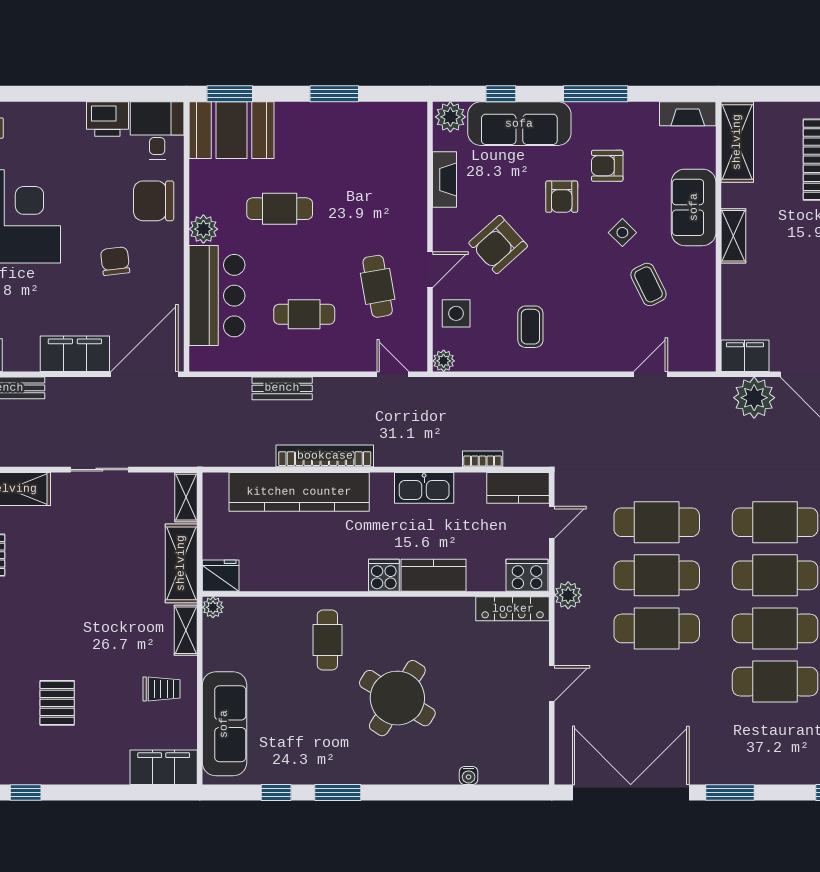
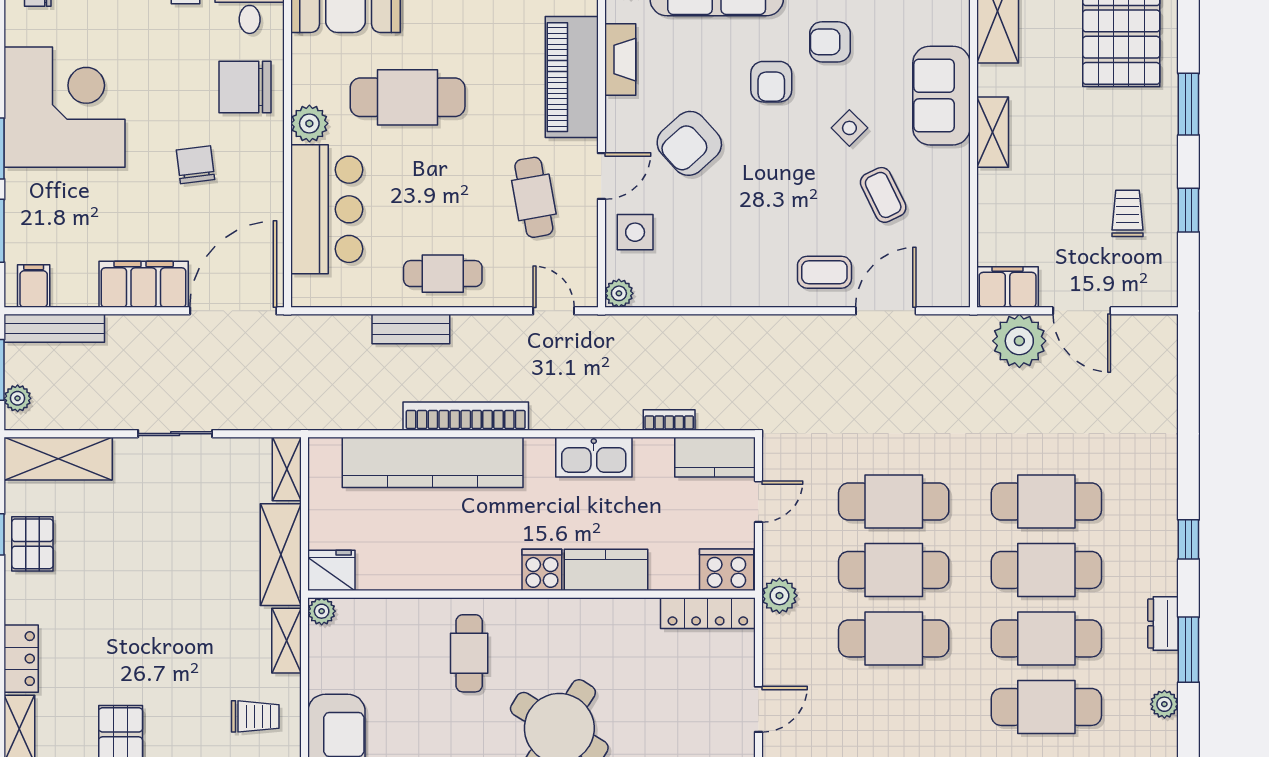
piano: (407, 193) -> (572, 77), added
cafe table: (280, 209) -> (408, 97), width x1.37, depth x1.35
cafe table: (304, 314) -> (443, 274), moved
coffee table: (530, 327) -> (824, 272), moved, turned 90
door: (651, 374) -> (886, 311), width x1.38

